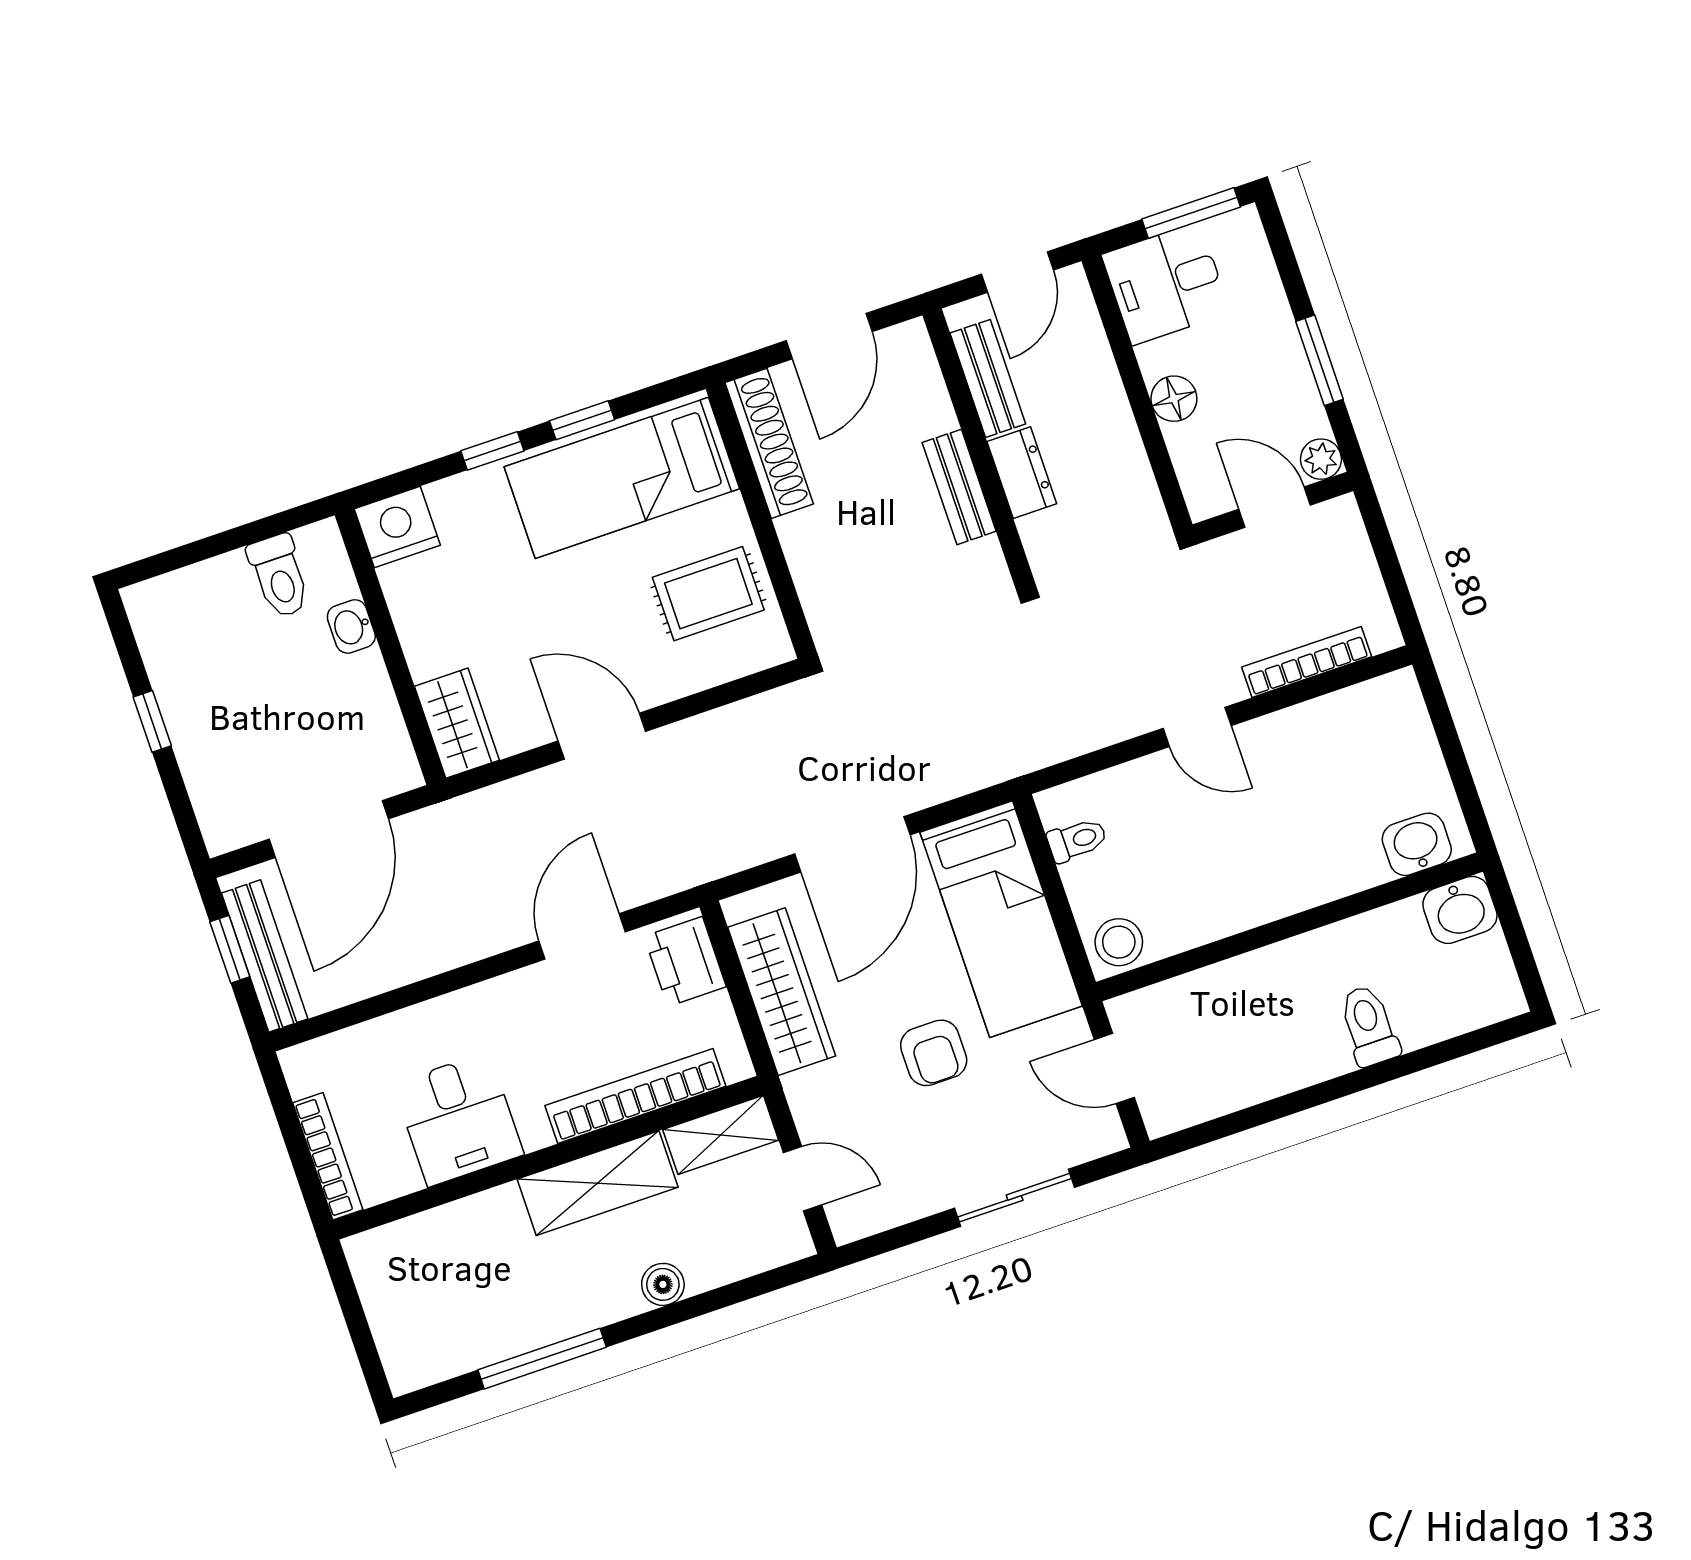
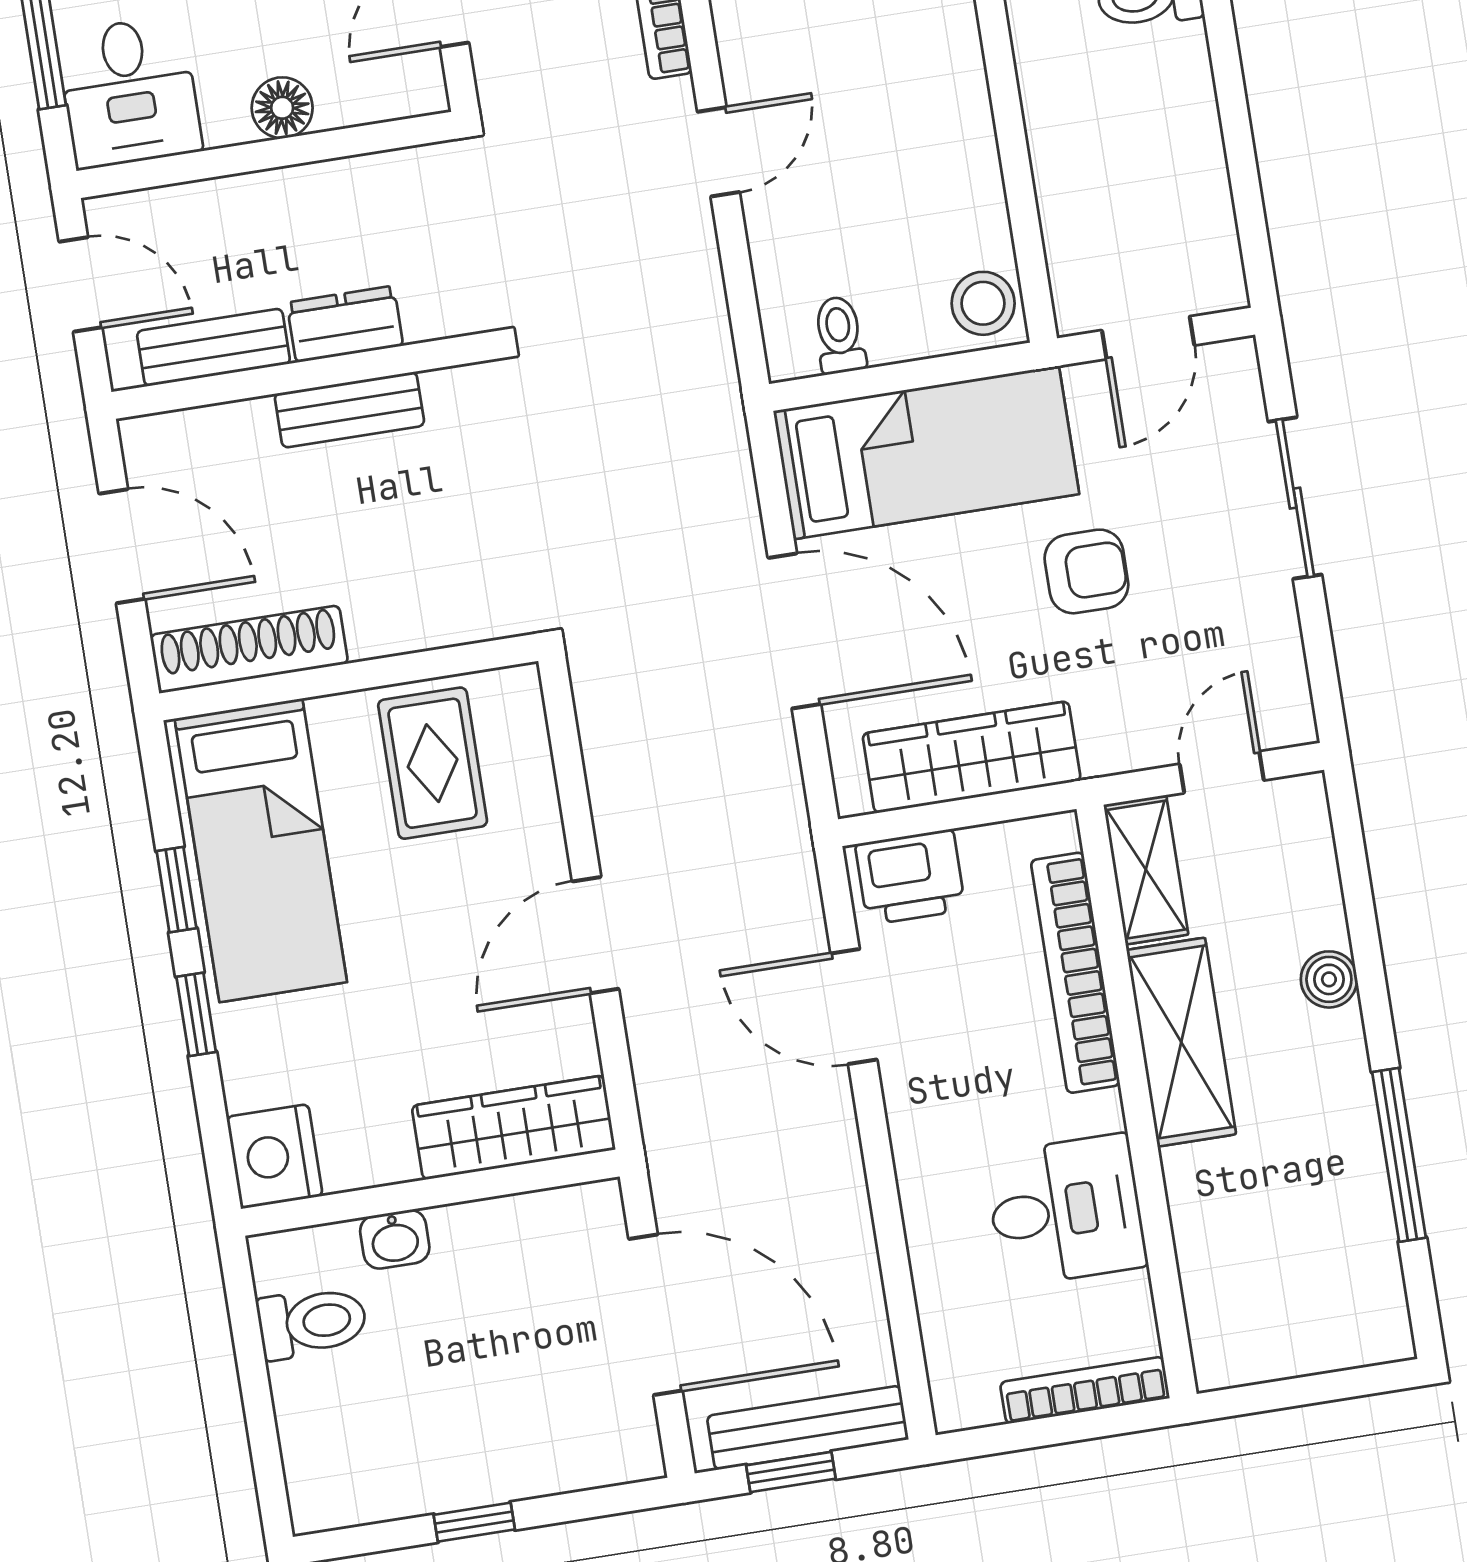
wardrobe: (457, 723) -> (514, 1128), width x1.50

